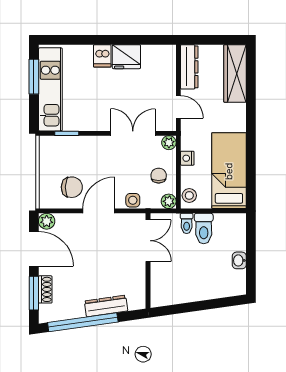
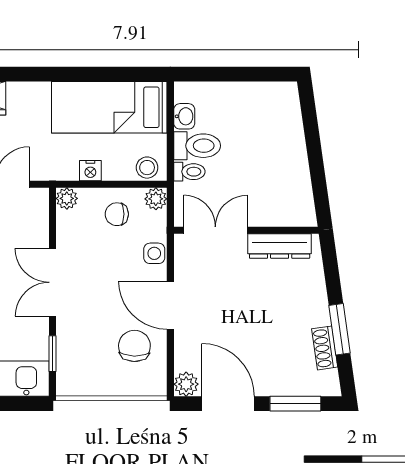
double door: (133, 133) -> (53, 282), moved
door: (34, 249) -> (228, 404), hinge flipped
washbasin: (239, 260) -> (184, 116), moved, turned -90
shoe rack: (45, 289) -> (325, 348), moved, turned -98
dresser: (106, 306) -> (280, 246), moved, turned -82
window: (83, 322) -> (340, 329), width x0.47

